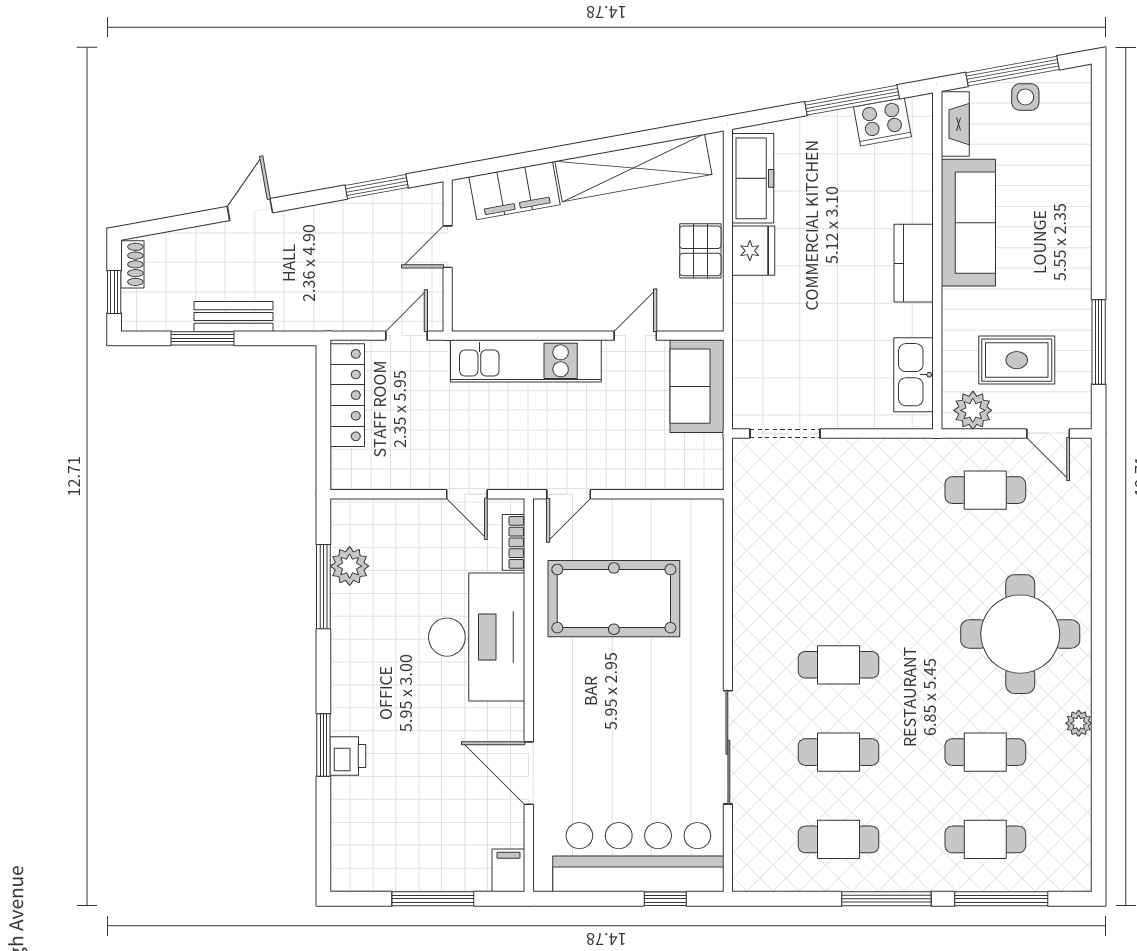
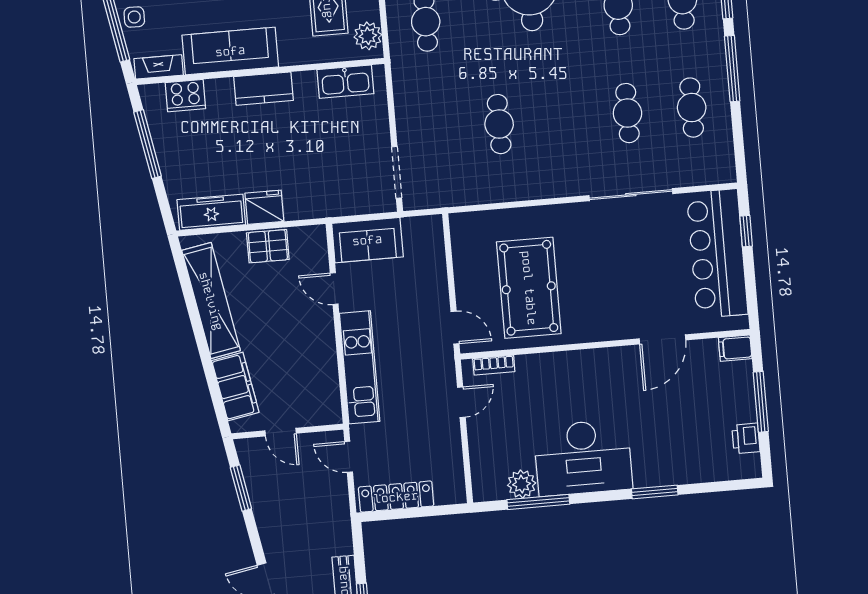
cooker: (882, 122) -> (185, 96), moved, turned 100
desk: (477, 637) -> (583, 458), moved, turned 180
cafe table: (838, 665) -> (499, 124), moved
printer: (348, 756) -> (746, 438), moved, turned -90

